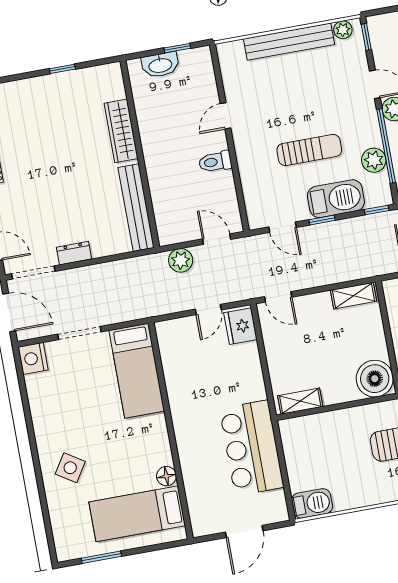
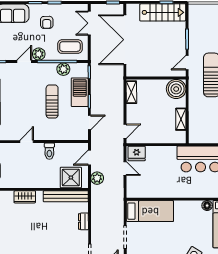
door: (225, 116) -> (27, 142), swing flipped
wardrobe: (121, 131) -> (25, 197), width x0.67
shower: (173, 211) -> (71, 178), added
dresser: (74, 253) -> (83, 221), moved
shelving: (300, 401) -> (181, 119), moved

